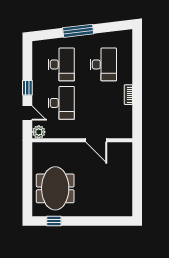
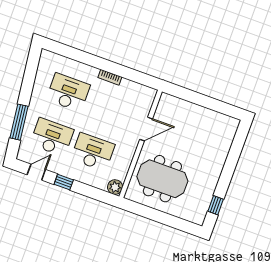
window: (78, 31) -> (19, 122), moved
door: (27, 113) -> (36, 172), moved
meeting table: (55, 188) -> (162, 179), moved

